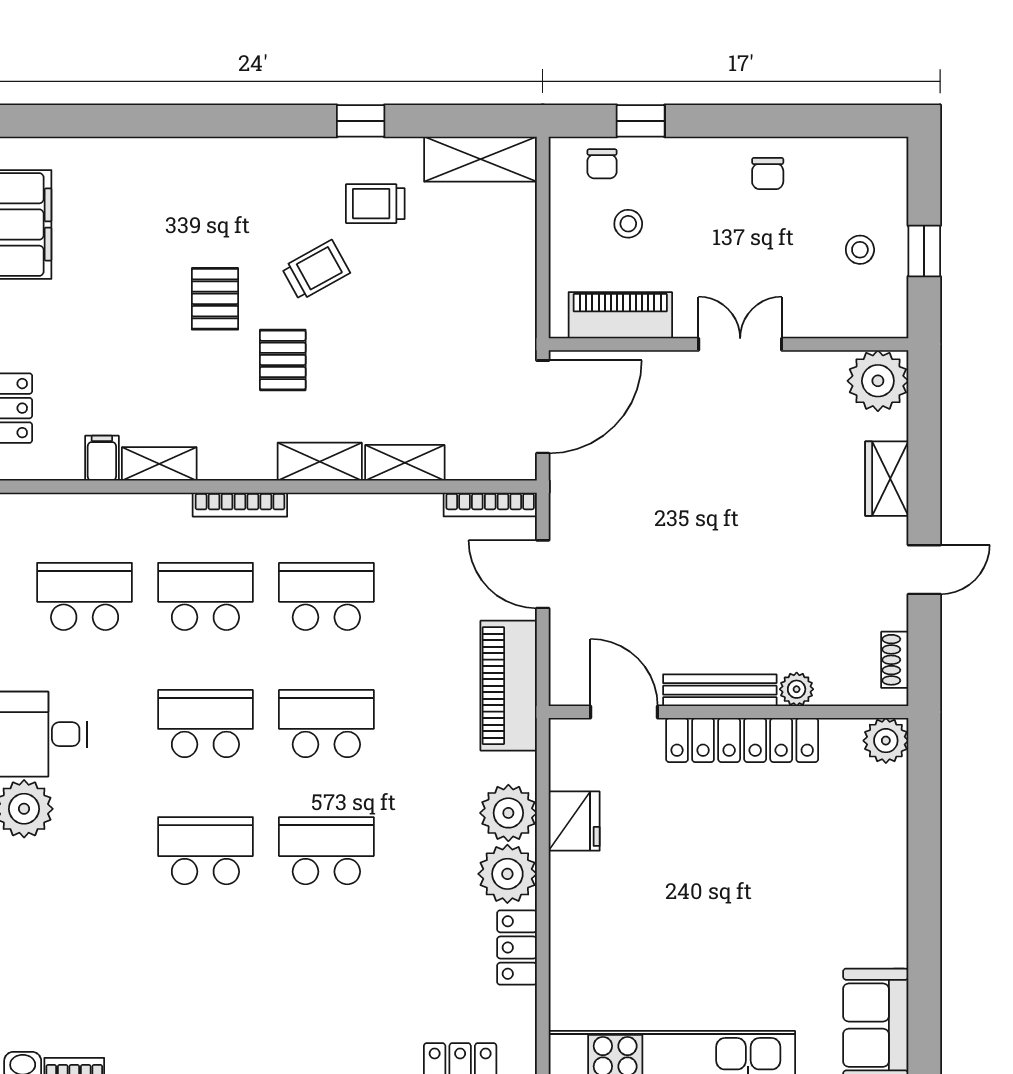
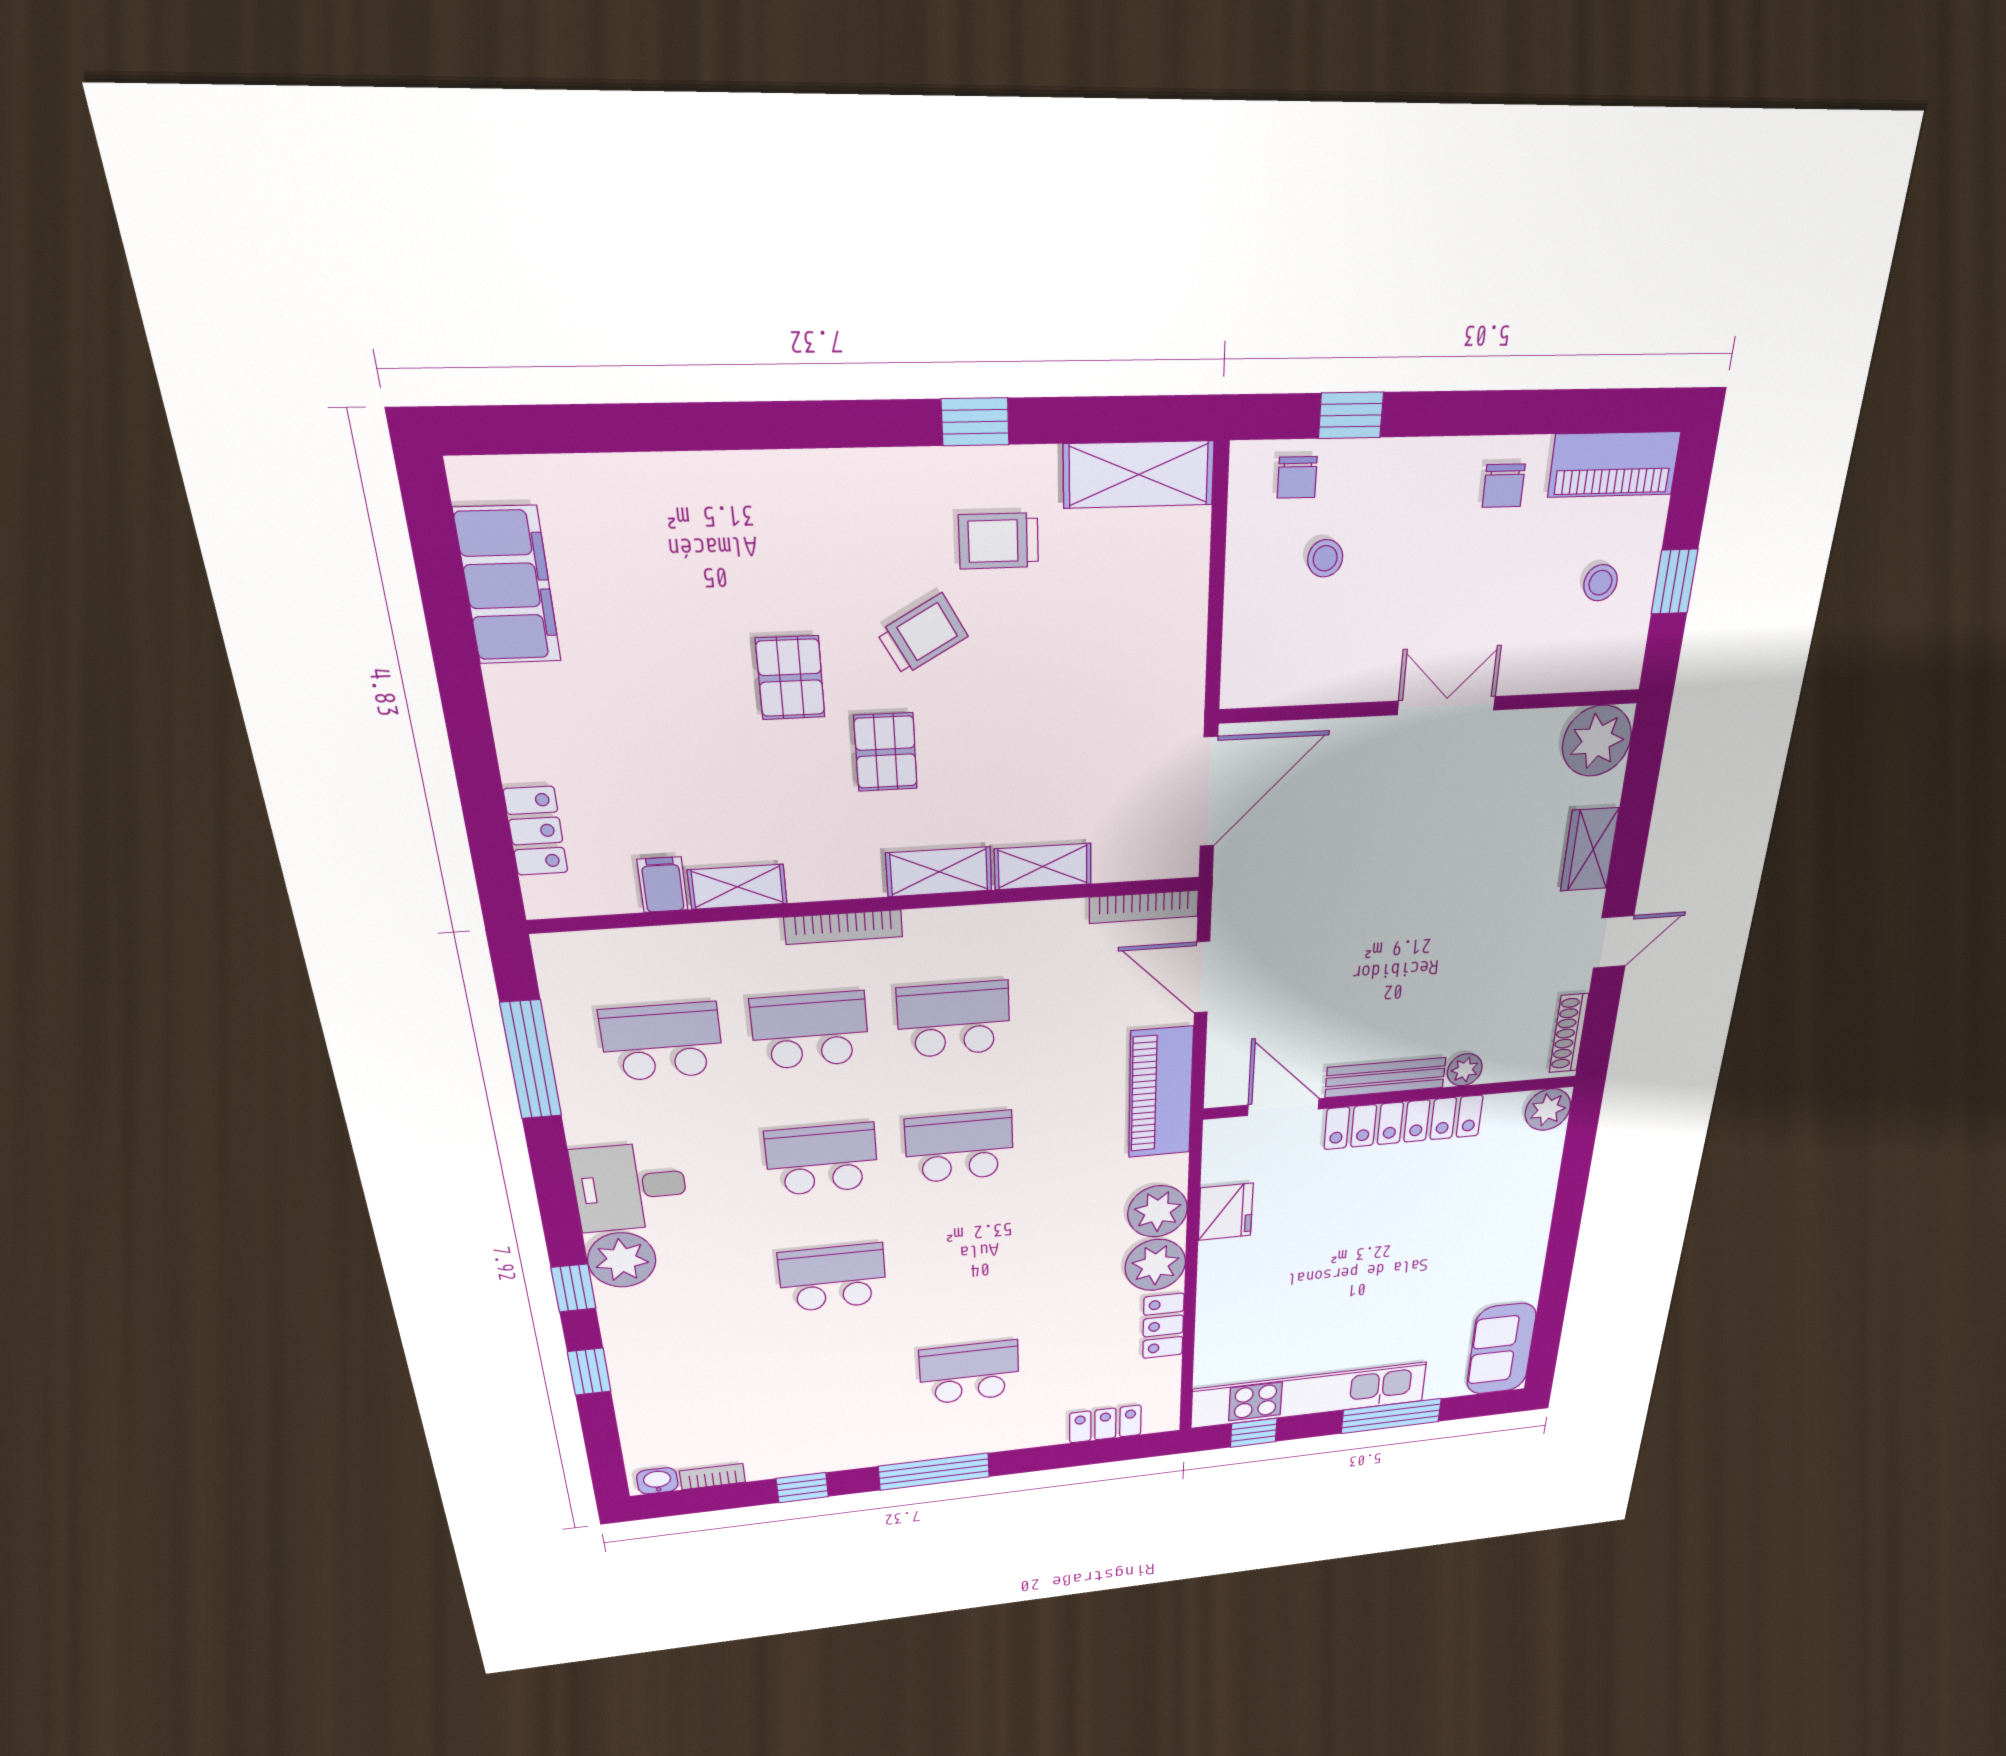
piano: (620, 315) -> (1614, 464), moved, turned 180
shoe rack: (895, 660) -> (1569, 1033), width x1.43
school desk: (326, 851) -> (969, 1372), moved

